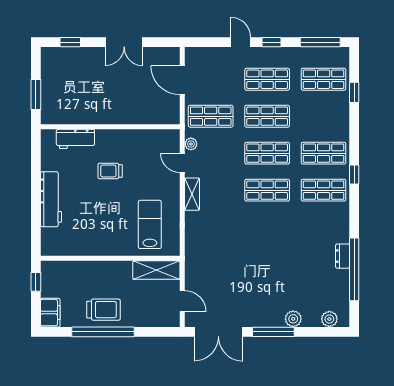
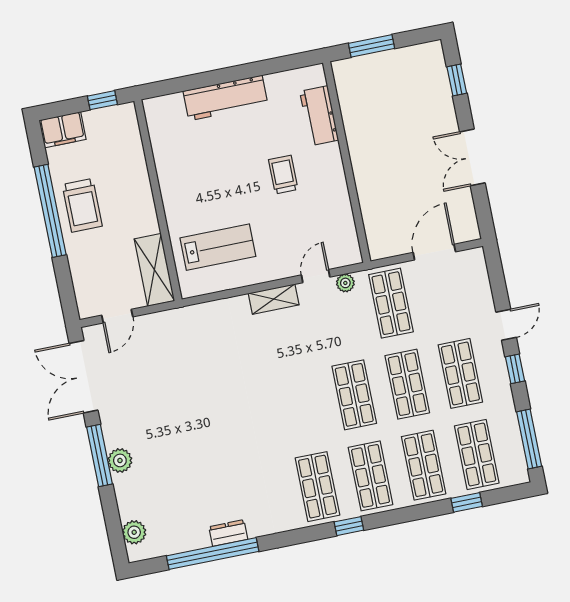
shop shelf: (267, 190) -> (424, 465), moved
plant: (293, 319) -> (120, 460), moved

